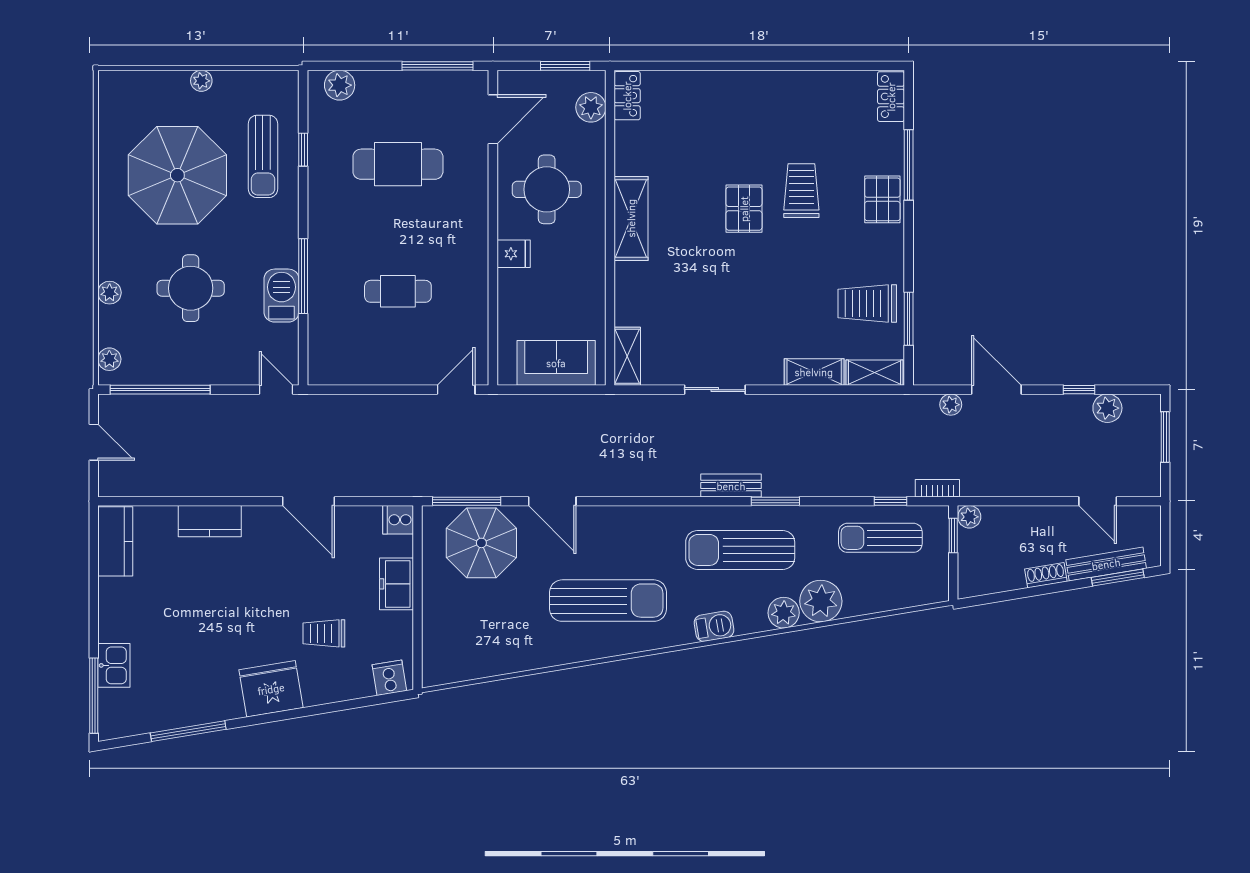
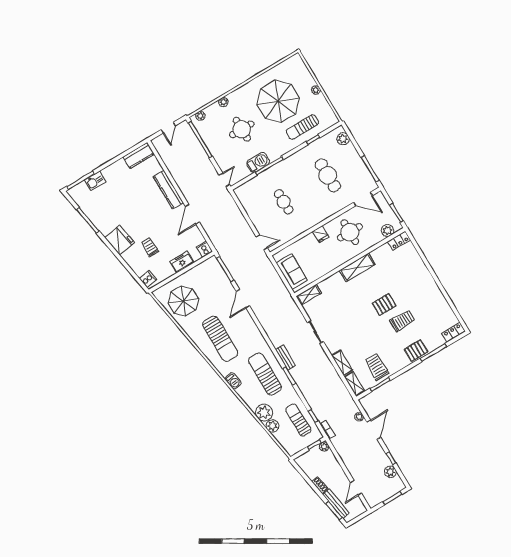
kitchen counter: (210, 521) -> (168, 190), width x1.50
parasol: (481, 543) -> (183, 301), moved
plant: (784, 613) -> (272, 426), moved

